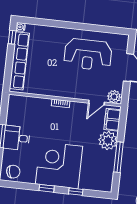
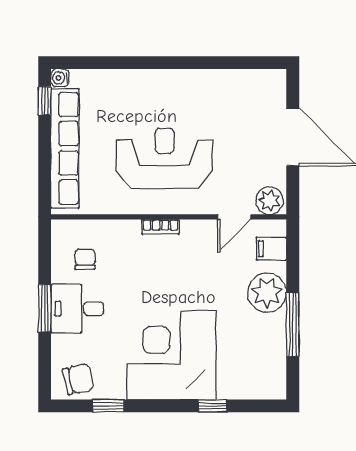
reception desk: (88, 55) -> (165, 158), moved, turned 180
chair: (23, 115) -> (85, 259), added
filing cabinet: (112, 120) -> (271, 249), width x0.50
window: (47, 188) -> (109, 406), moved

